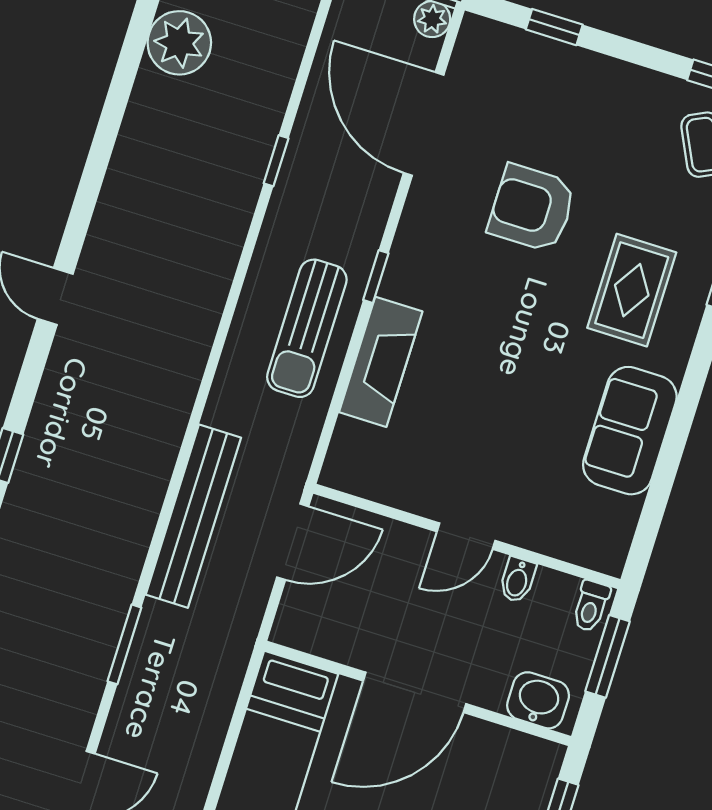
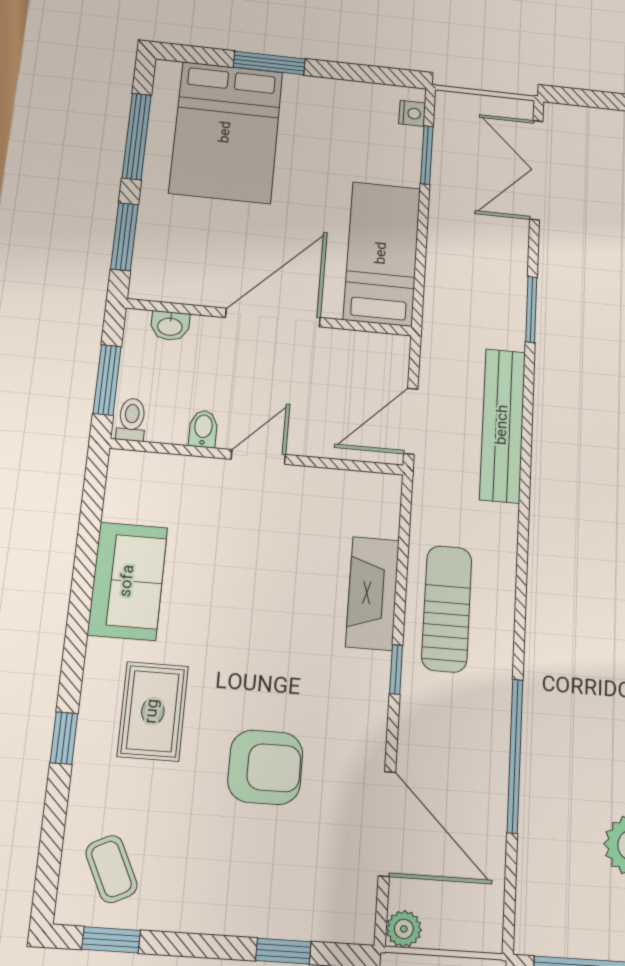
window: (276, 161) -> (515, 755), width x3.17
washbasin: (538, 700) -> (170, 326), width x0.72, depth x0.69

